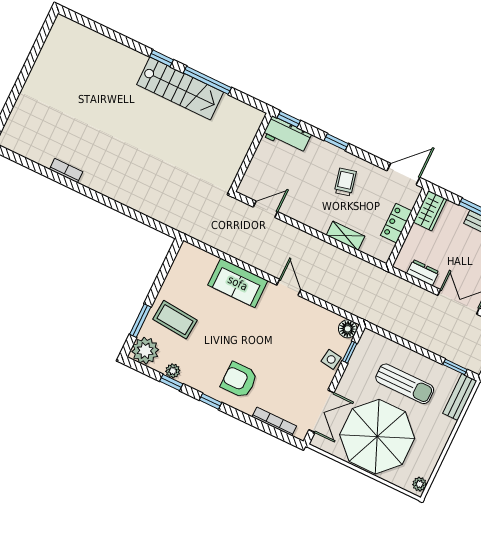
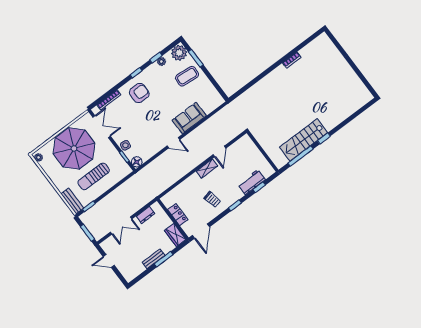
wall: (251, 152) -> (263, 151), moved
shelving: (345, 236) -> (207, 169), moved
double door: (321, 411) -> (102, 127), swing flipped

